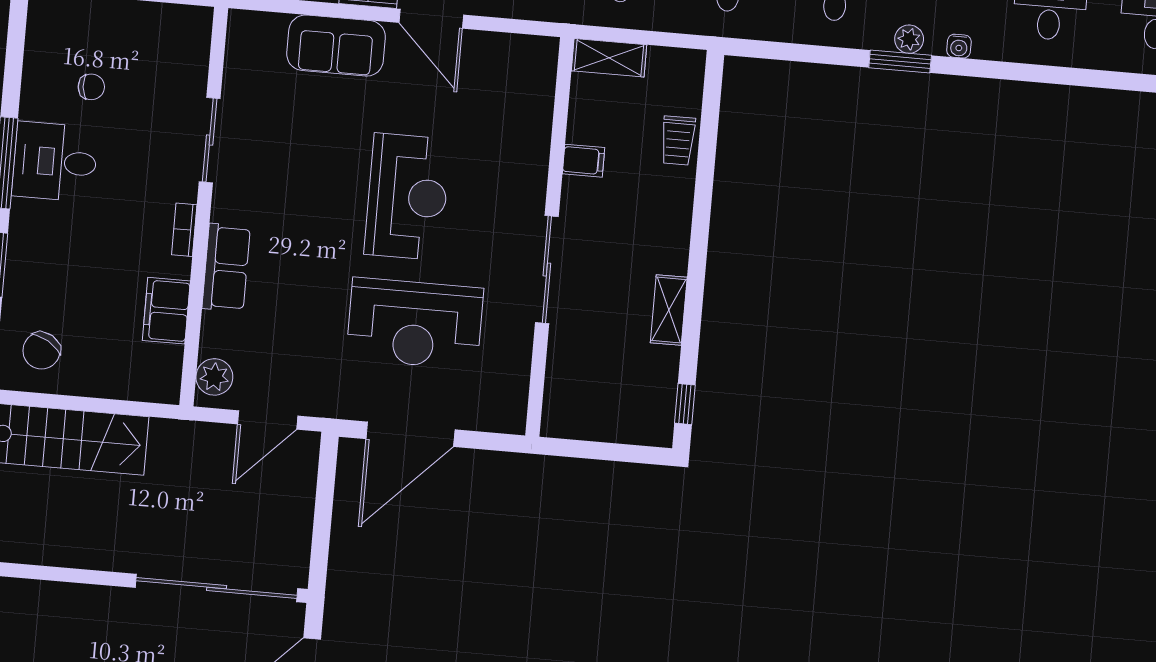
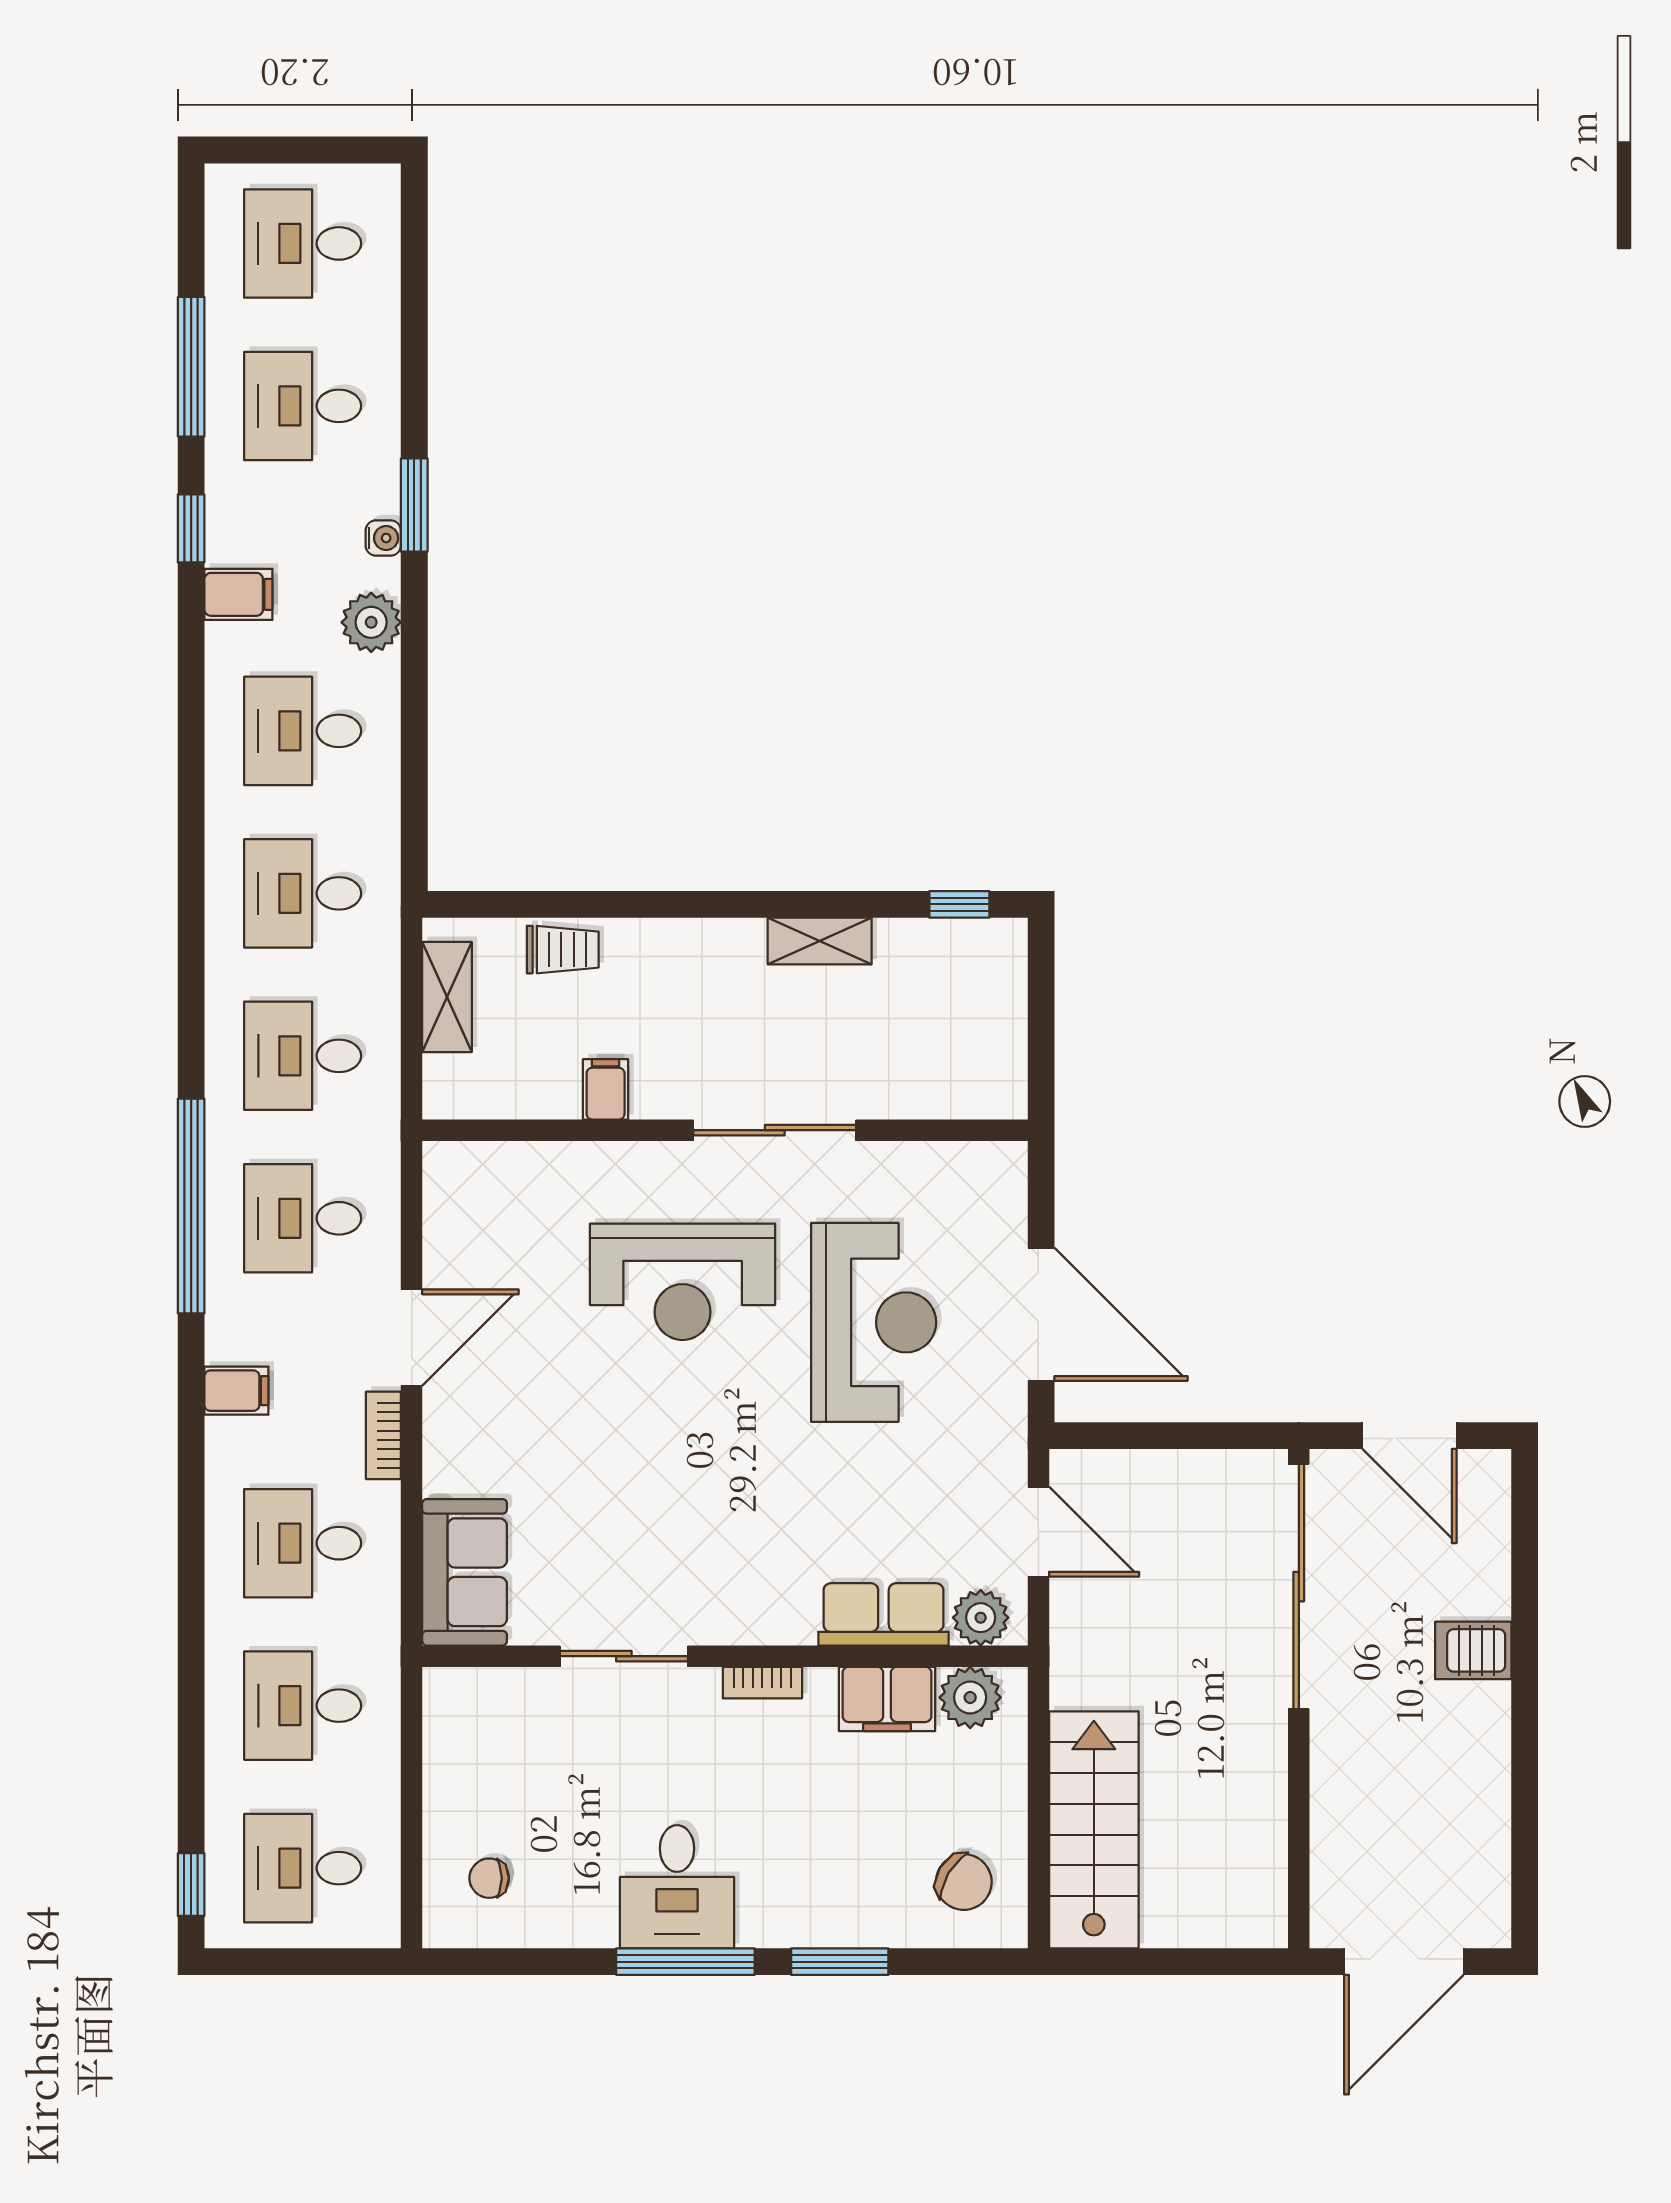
plant: (909, 39) -> (371, 622), width x1.38, depth x1.38
sofa: (336, 46) -> (465, 1572), moved
shelving: (609, 58) -> (447, 997), moved
window: (900, 62) -> (414, 505), moved
chair: (91, 87) -> (489, 1878), moved, turned -85
reception desk: (407, 197) -> (683, 1282), moved, turned 180
row of seats: (226, 268) -> (883, 1614), moved
plant: (162, 365) -> (970, 1697), added

